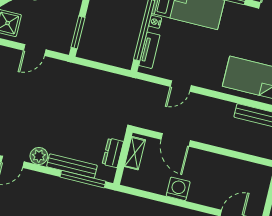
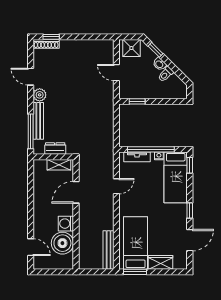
window: (78, 32) -> (137, 101), width x0.67
door: (181, 86) -> (116, 186), swing flipped
boiler: (237, 173) -> (62, 243), added
washing machine: (178, 189) -> (66, 224), moved, turned 180

